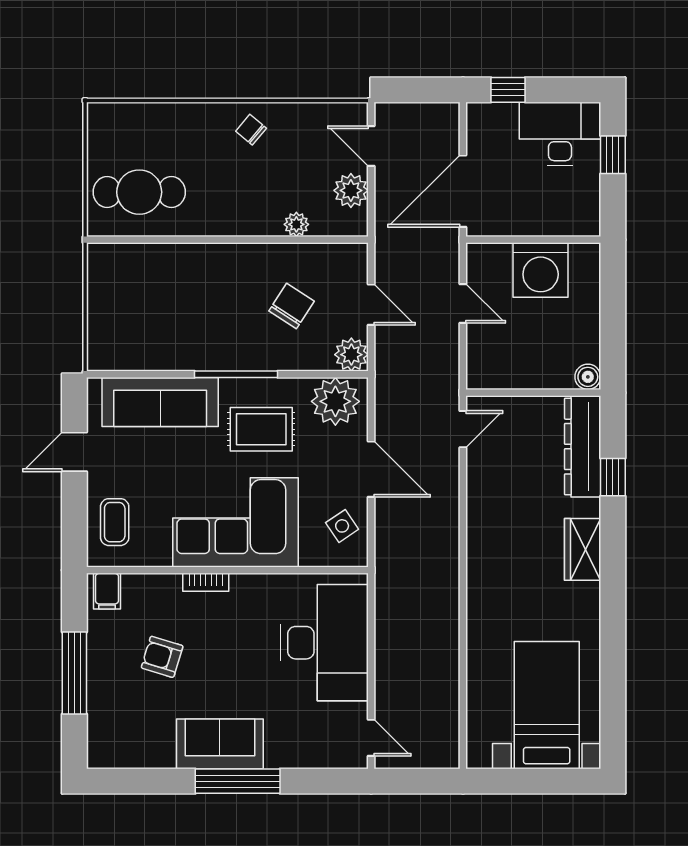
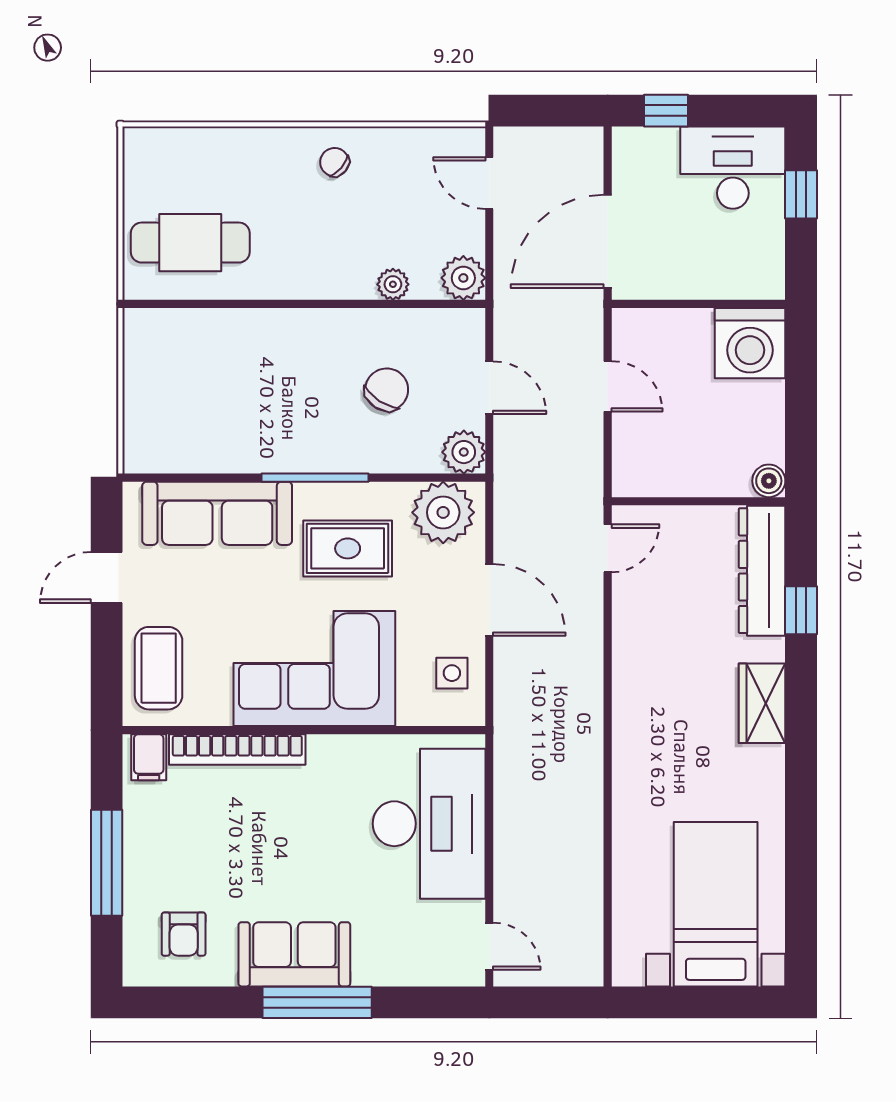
plant: (351, 190) -> (463, 278), moved
washing machine: (541, 270) -> (750, 343), moved
coffee table: (115, 522) -> (159, 668), width x1.36, depth x1.30
side table: (342, 526) -> (452, 673), turned 34
bookcase: (206, 582) -> (237, 750), width x2.31, depth x1.31
armchair: (162, 657) -> (184, 934), moved, turned -107

